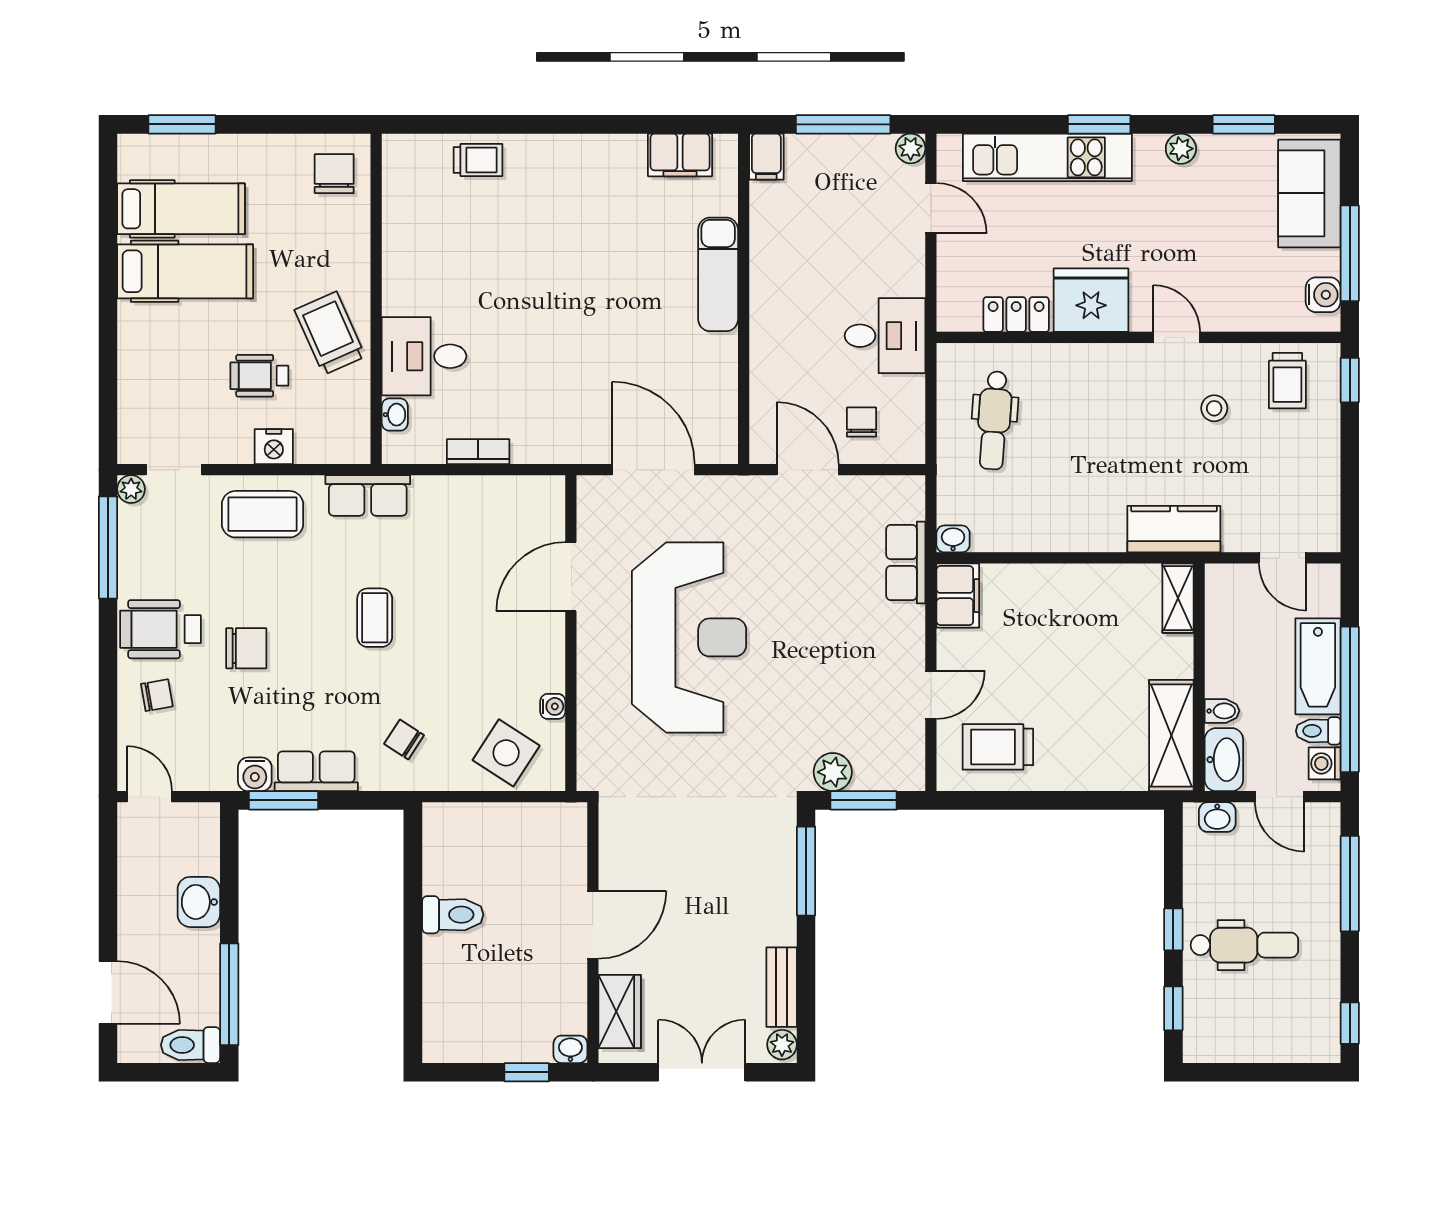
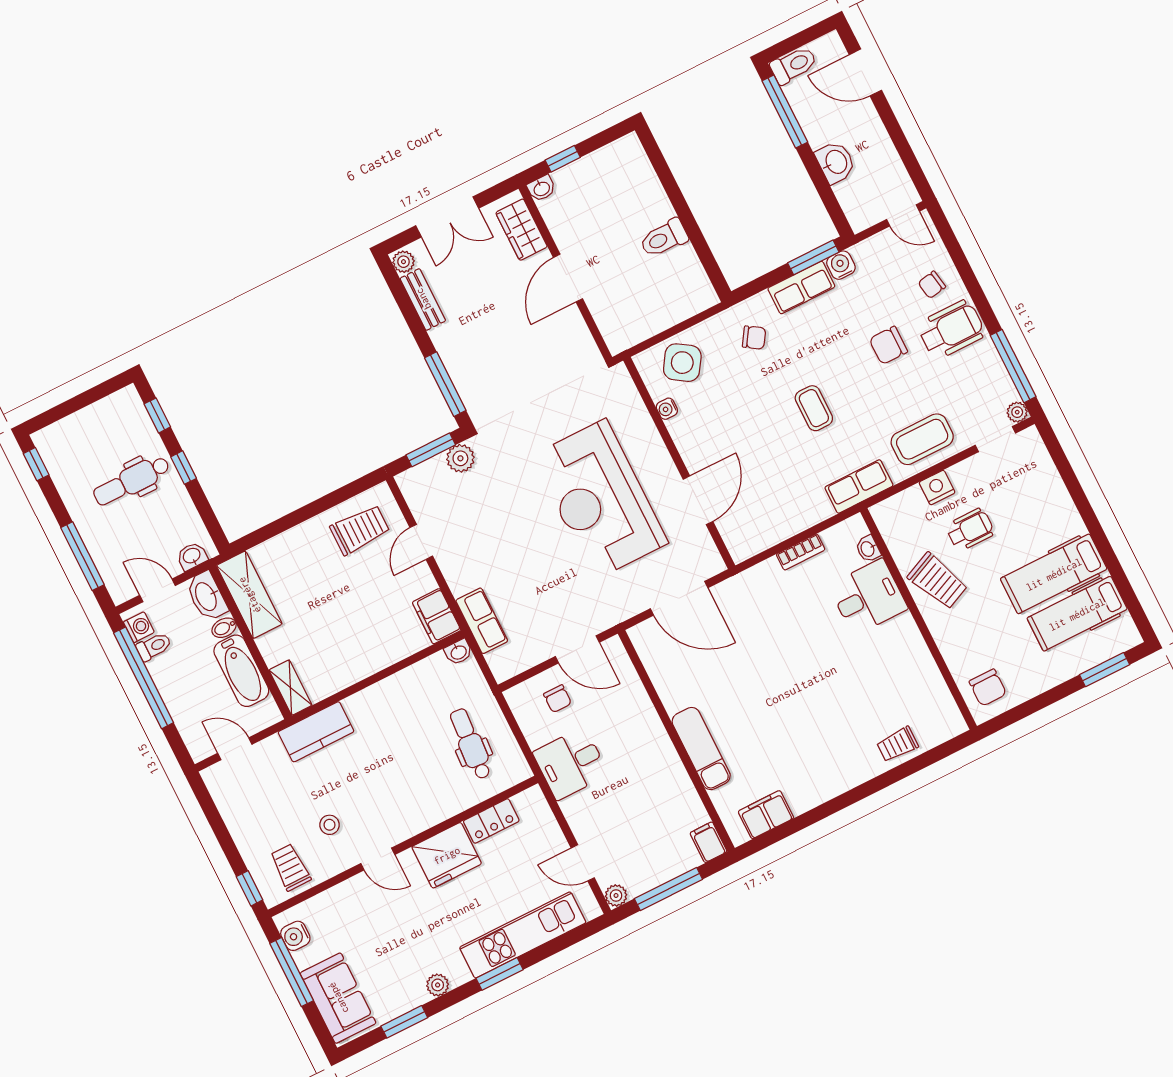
bathtub: (1318, 666) -> (241, 671), moved, turned 180

